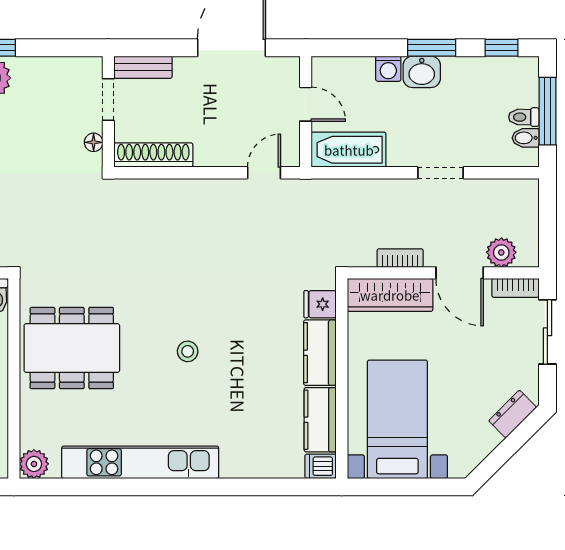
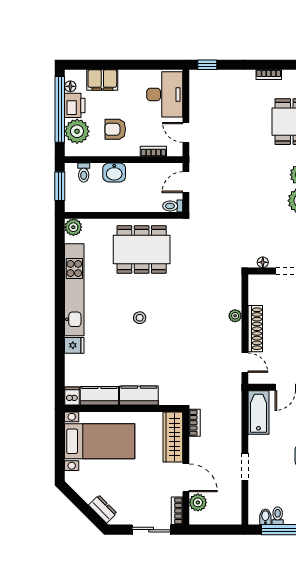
shoe rack: (153, 155) -> (255, 329), moved
plant: (184, 189) -> (235, 316), added
bookcase: (400, 258) -> (195, 423), moved
door: (460, 273) -> (186, 478), swing flipped
fridge: (320, 304) -> (74, 345), moved, turned 90
dining table: (72, 348) -> (142, 249), turned 90

